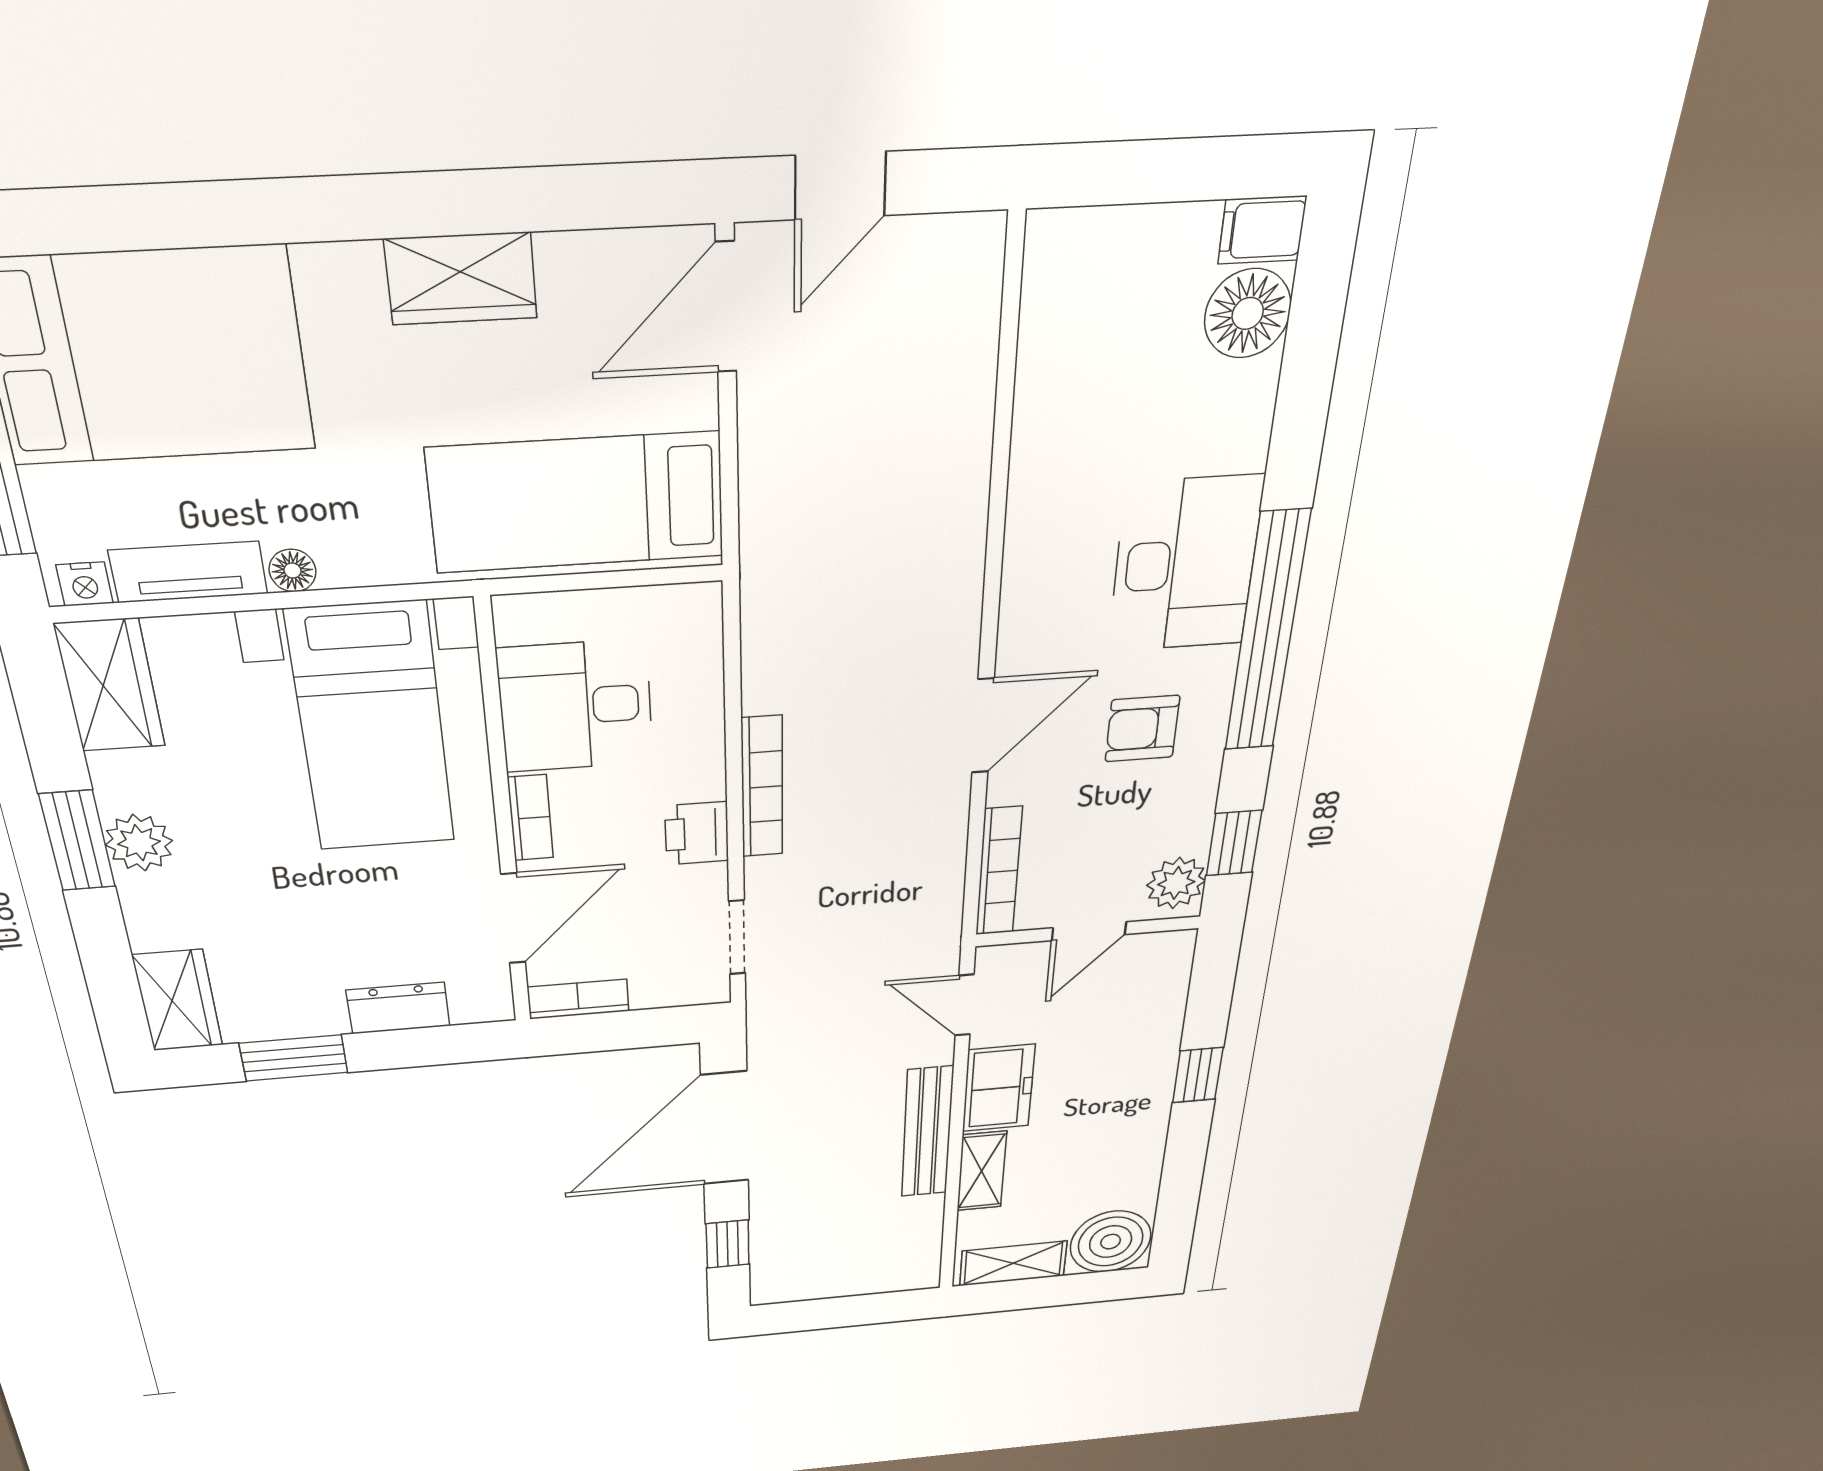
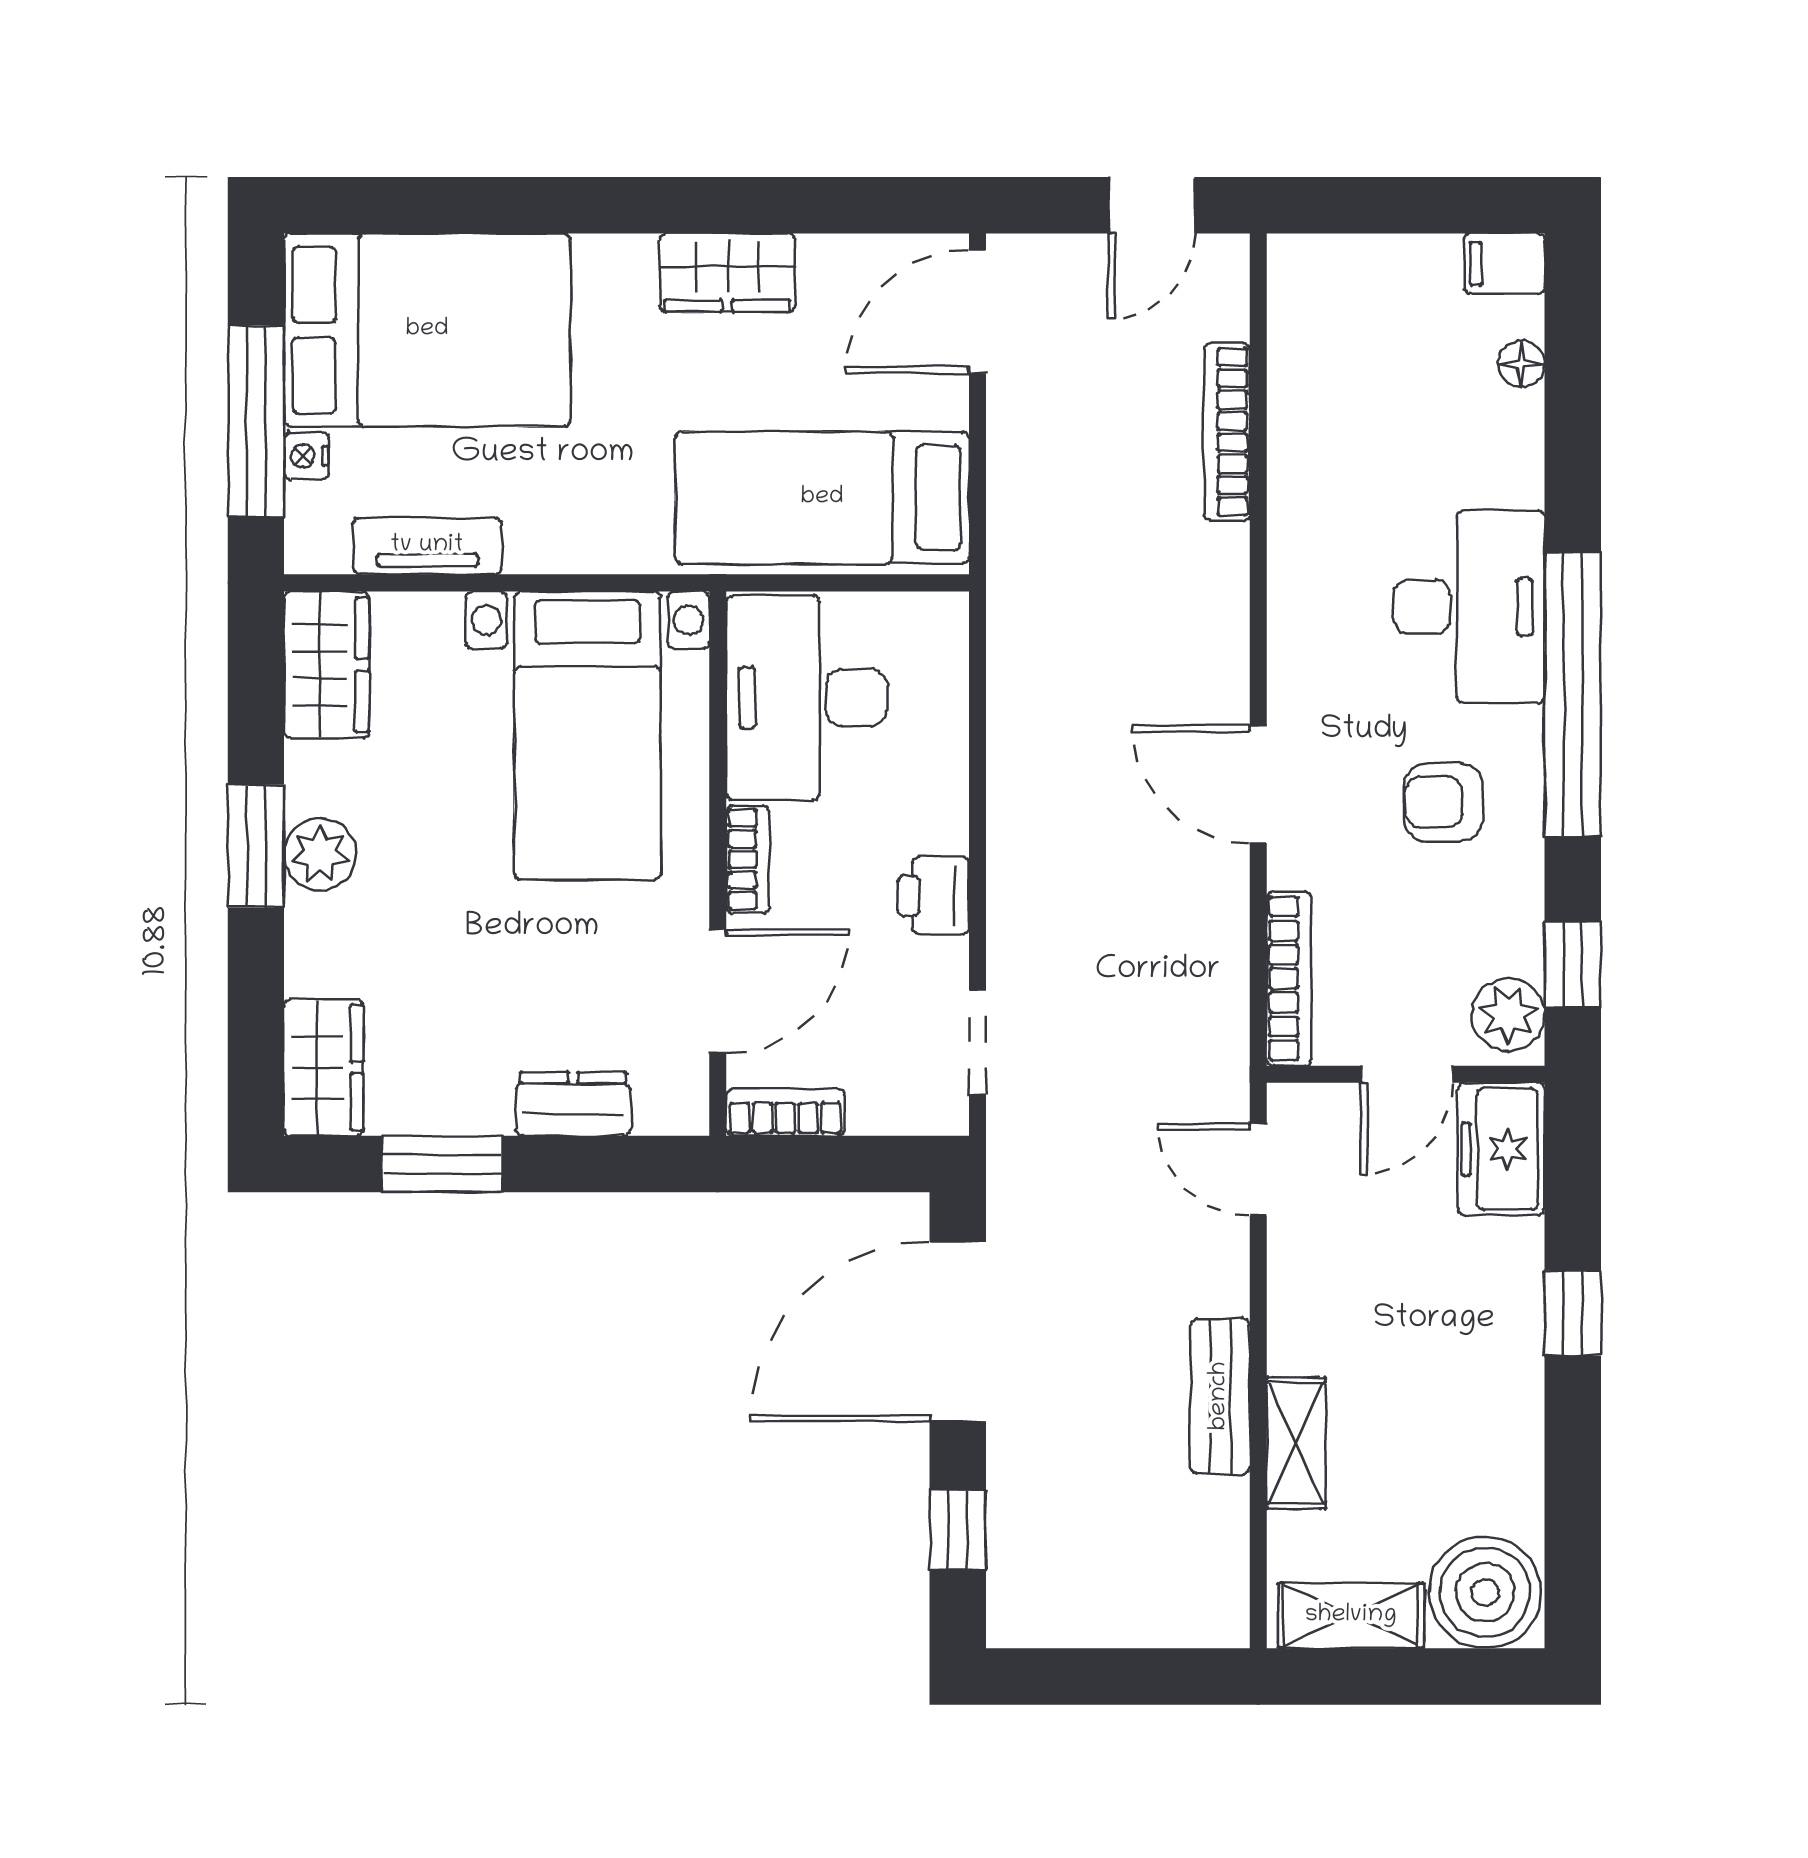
door: (840, 186) -> (1151, 205), moved
floor lamp: (1248, 313) -> (1521, 364), width x0.53, depth x0.53
floor lamp: (293, 571) -> (530, 551), removed
nightstand: (85, 584) -> (306, 456), moved, turned 90
desk: (576, 706) -> (807, 698), width x1.37
door: (983, 726) -> (1258, 784), swing flipped
bookcase: (762, 787) -> (1227, 432), moved, turned 180
freezer: (998, 1088) -> (1501, 1149), moved, turned 180
bench: (927, 1132) -> (1220, 1396), width x0.73

